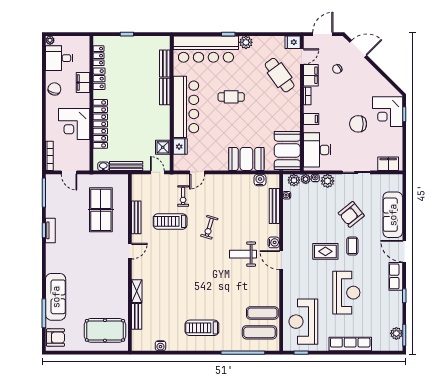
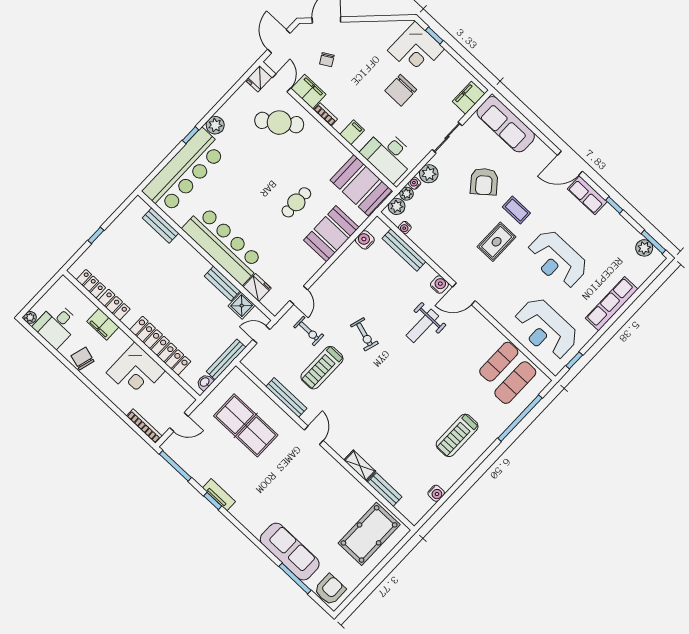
bench: (165, 92) -> (222, 284), moved
cafe table: (231, 97) -> (296, 202), moved
sofa: (393, 215) -> (506, 124), moved
reception desk: (346, 293) -> (557, 259), turned 180

